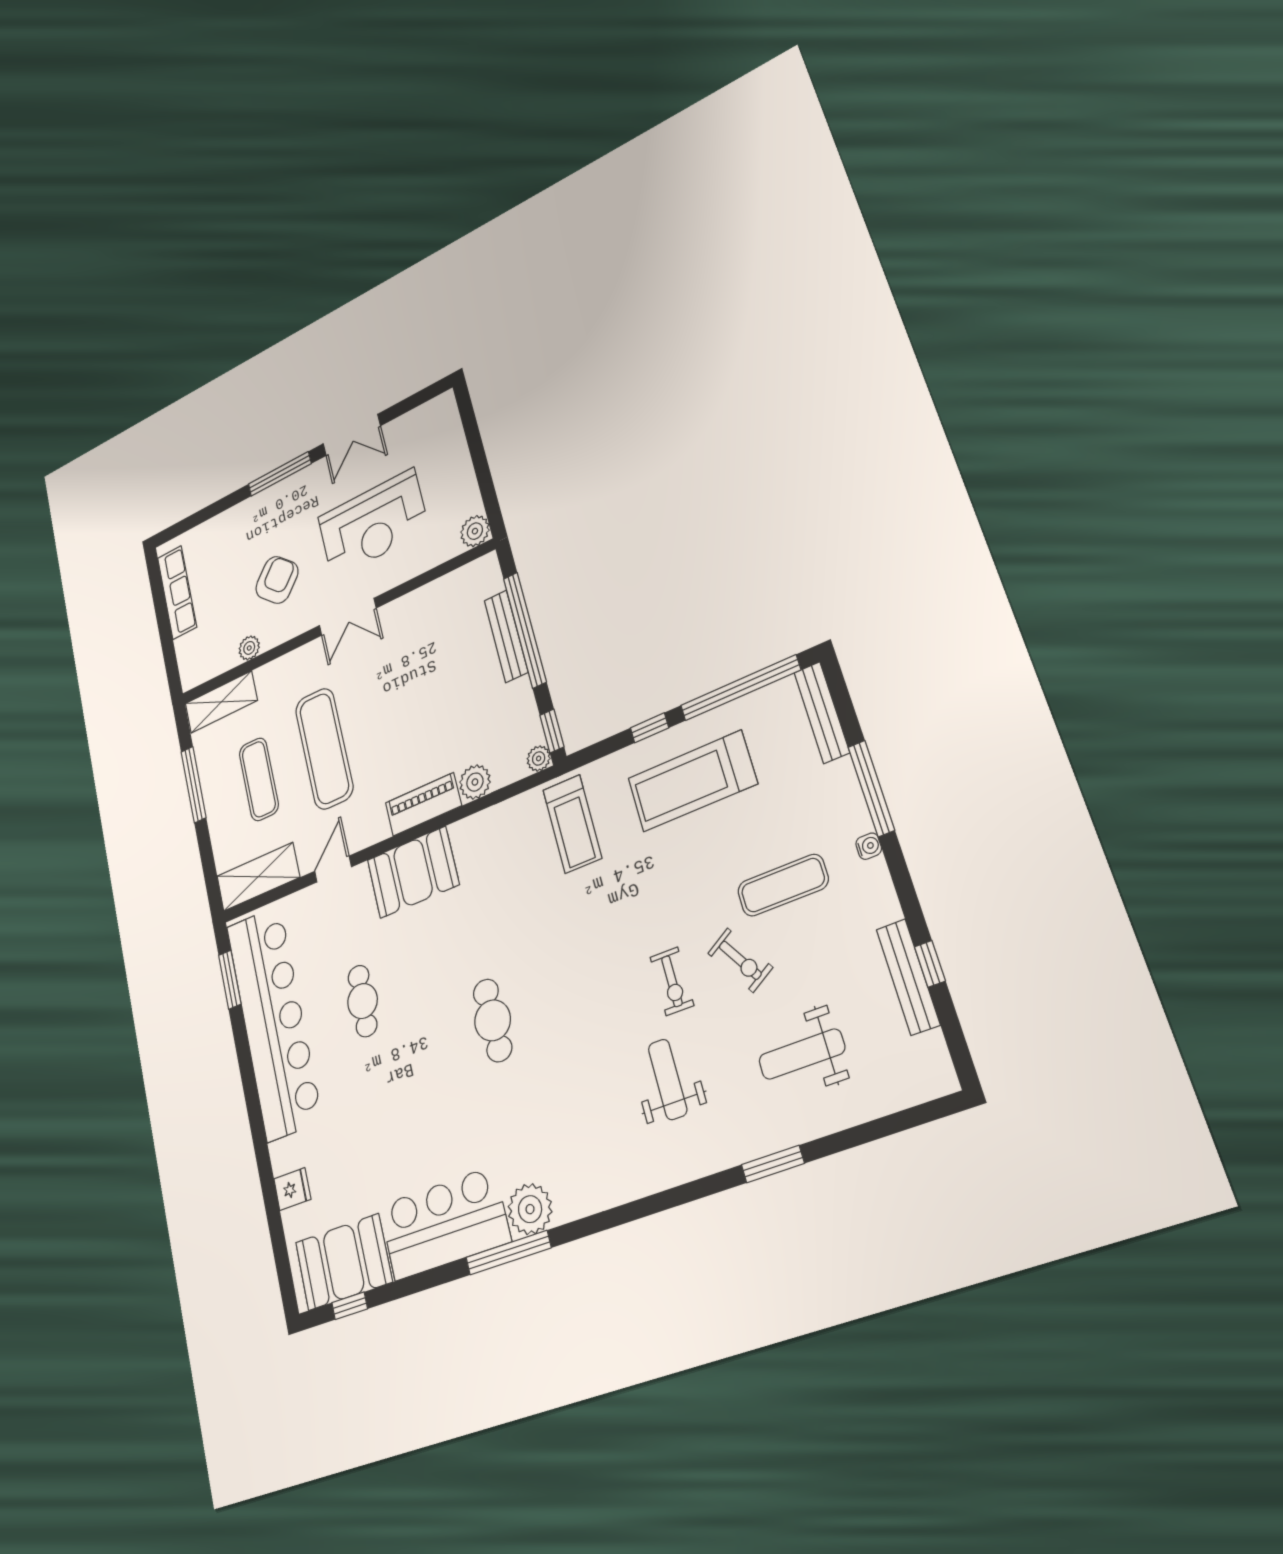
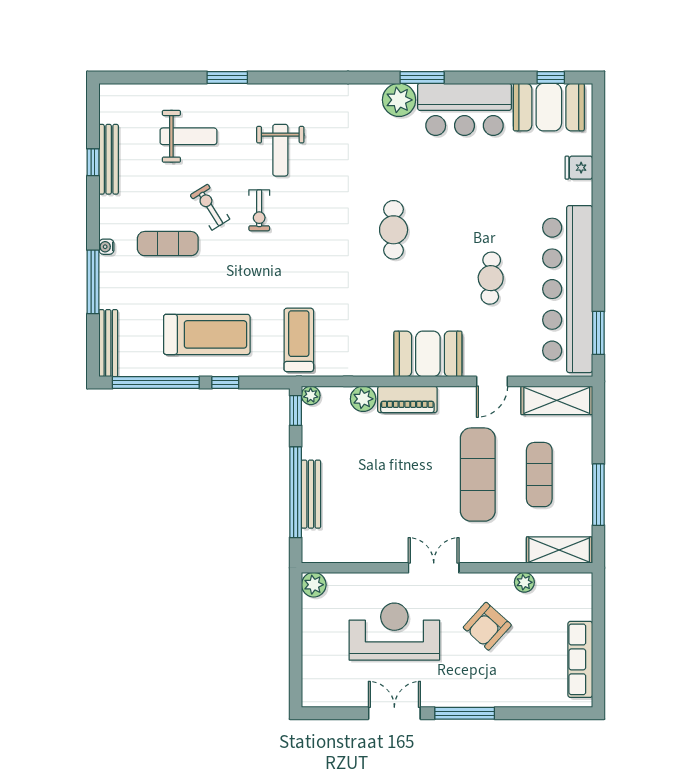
exercise bike: (672, 981) -> (259, 210), turned 180
window: (508, 1253) -> (422, 77), width x0.69

